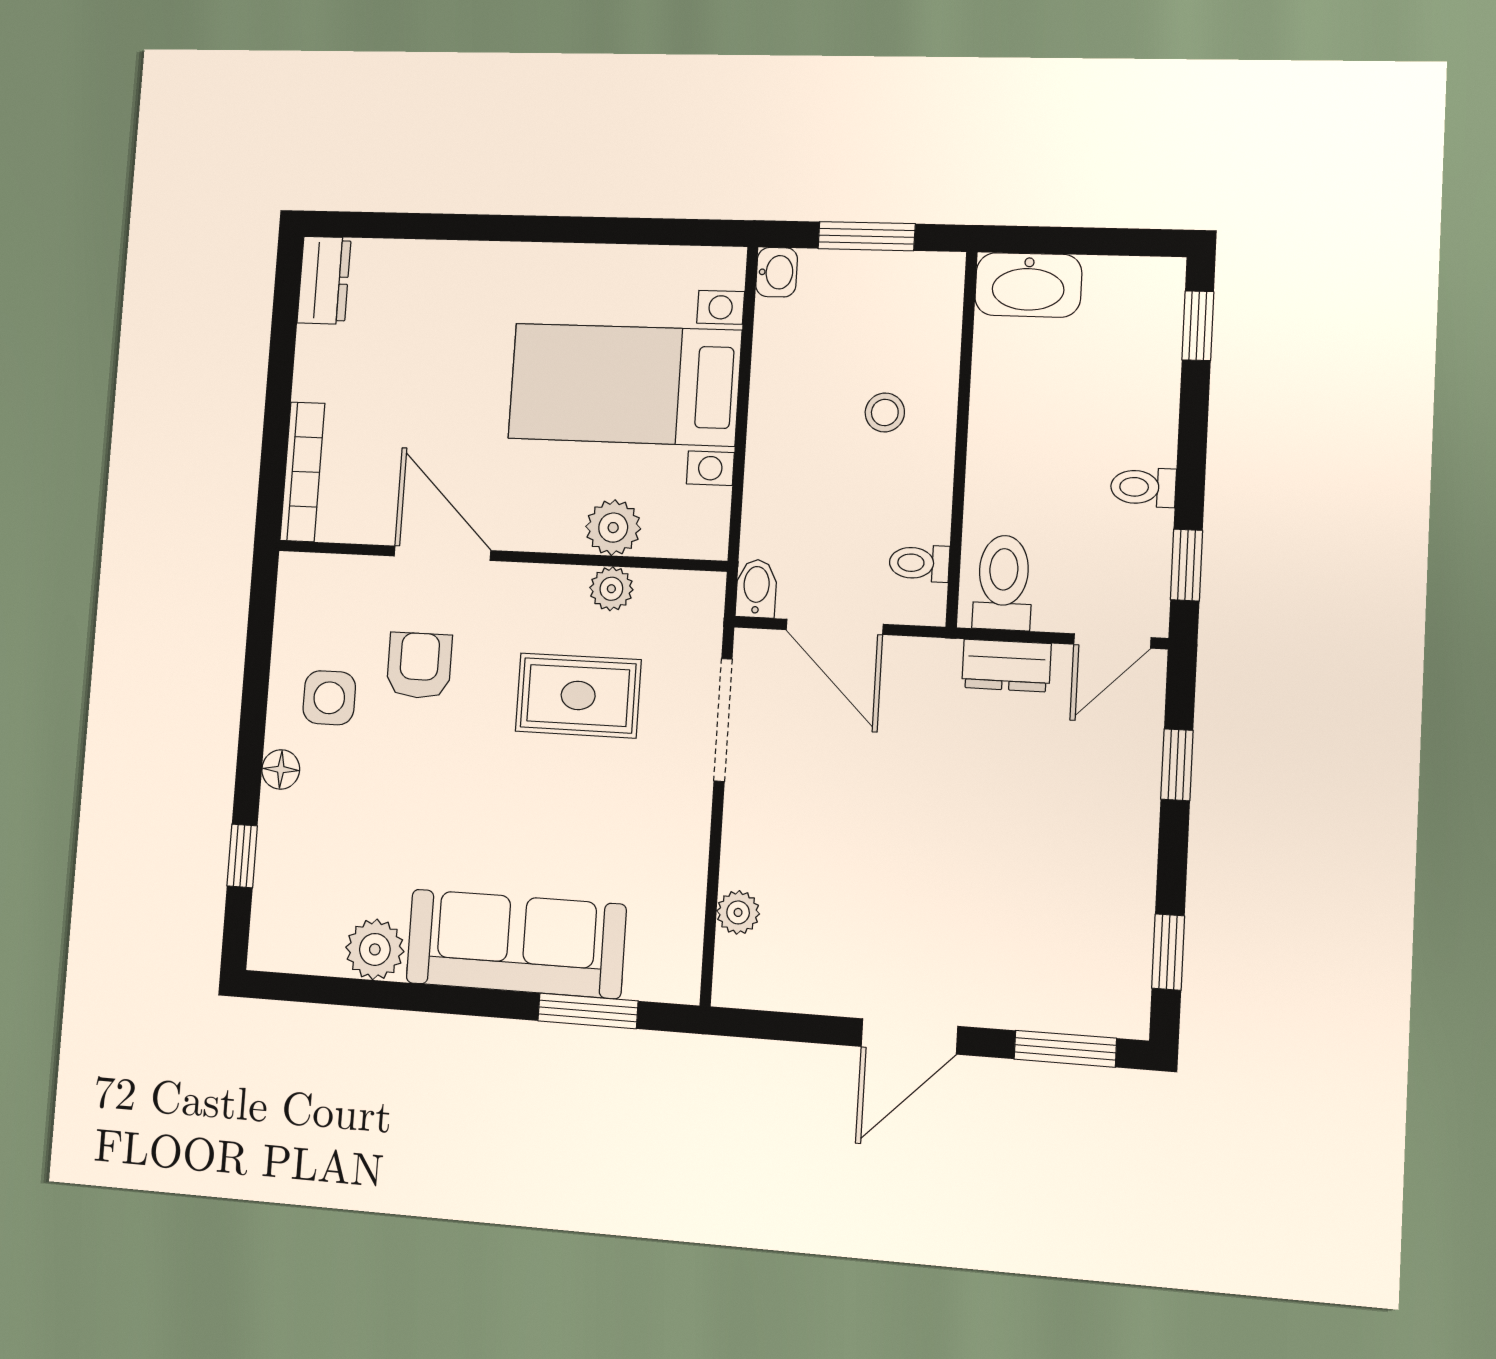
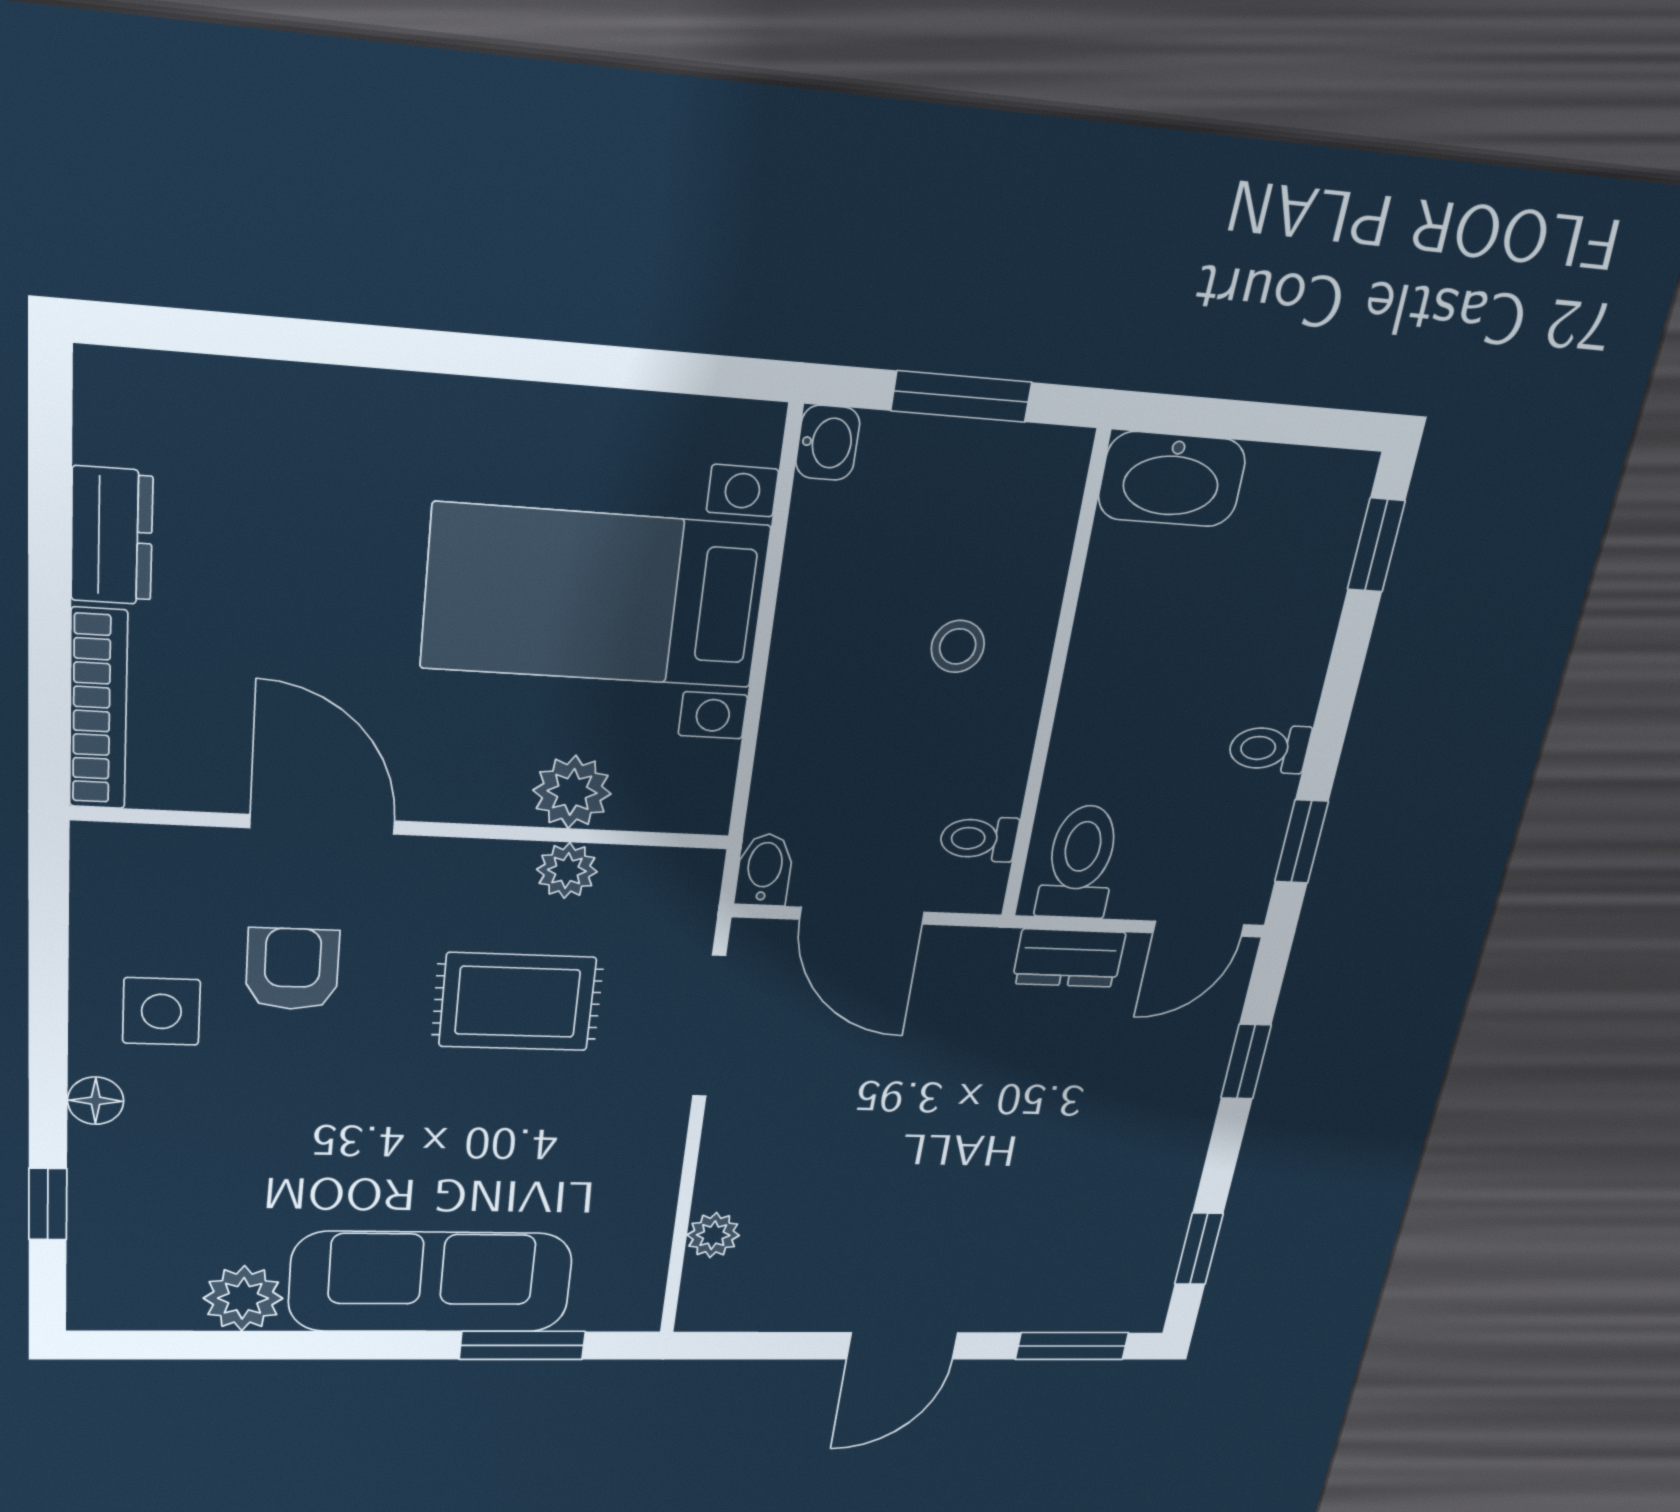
dresser: (324, 280) -> (112, 536), moved

